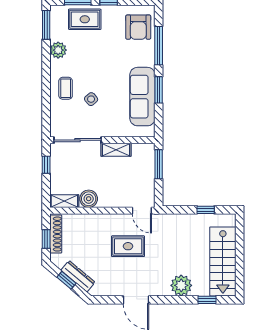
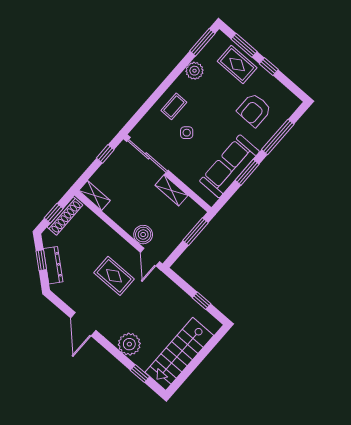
armchair: (138, 27) -> (254, 110), moved
boiler: (89, 199) -> (143, 235), moved

